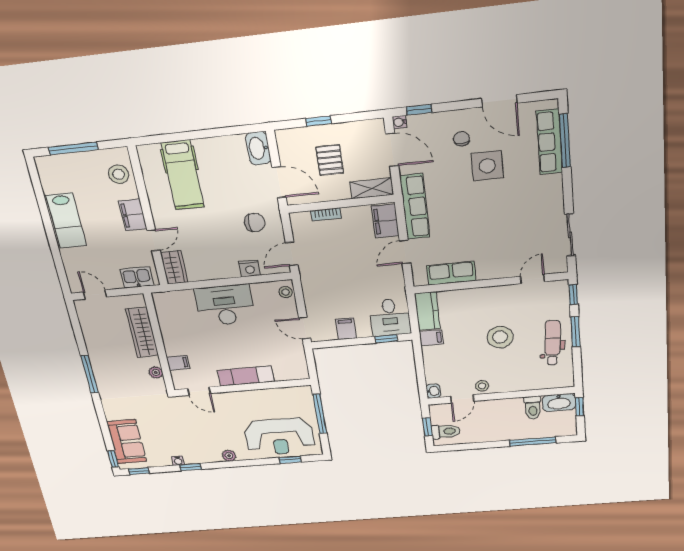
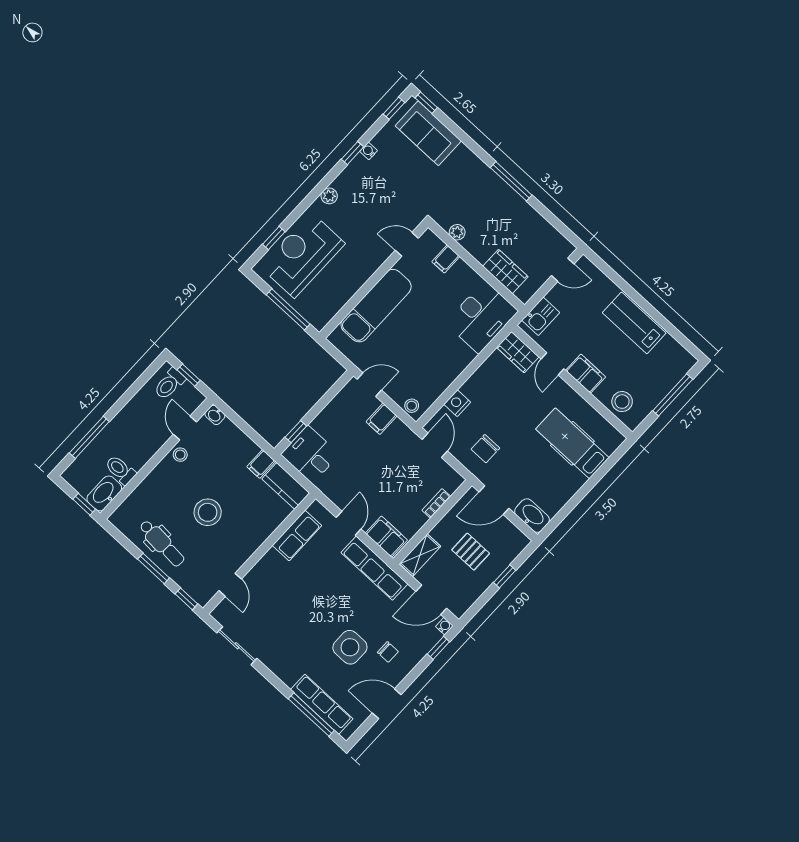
desk: (225, 305) -> (482, 317), moved
filing cabinet: (346, 329) -> (382, 419), moved, turned 90
wardrobe: (142, 332) -> (505, 272), width x0.67
exam couch: (246, 376) -> (376, 306), width x1.36, depth x1.45

